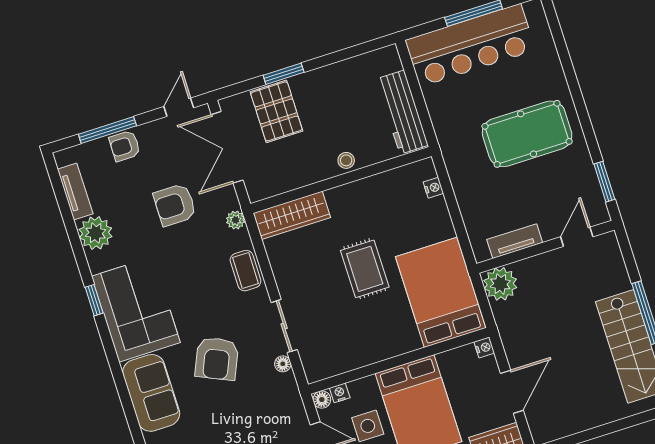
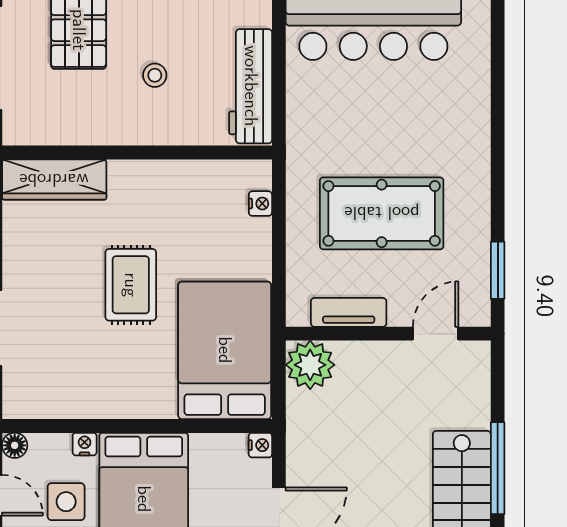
pool table: (527, 134) -> (382, 213), moved
stool: (346, 160) -> (155, 75), moved
nightstand: (340, 393) -> (85, 444), moved

